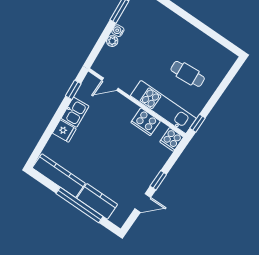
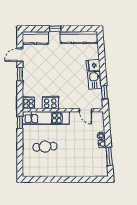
door: (110, 84) -> (85, 110), swing flipped
kitchen counter: (97, 201) -> (35, 38), moved
window: (80, 205) -> (55, 29), width x0.32

